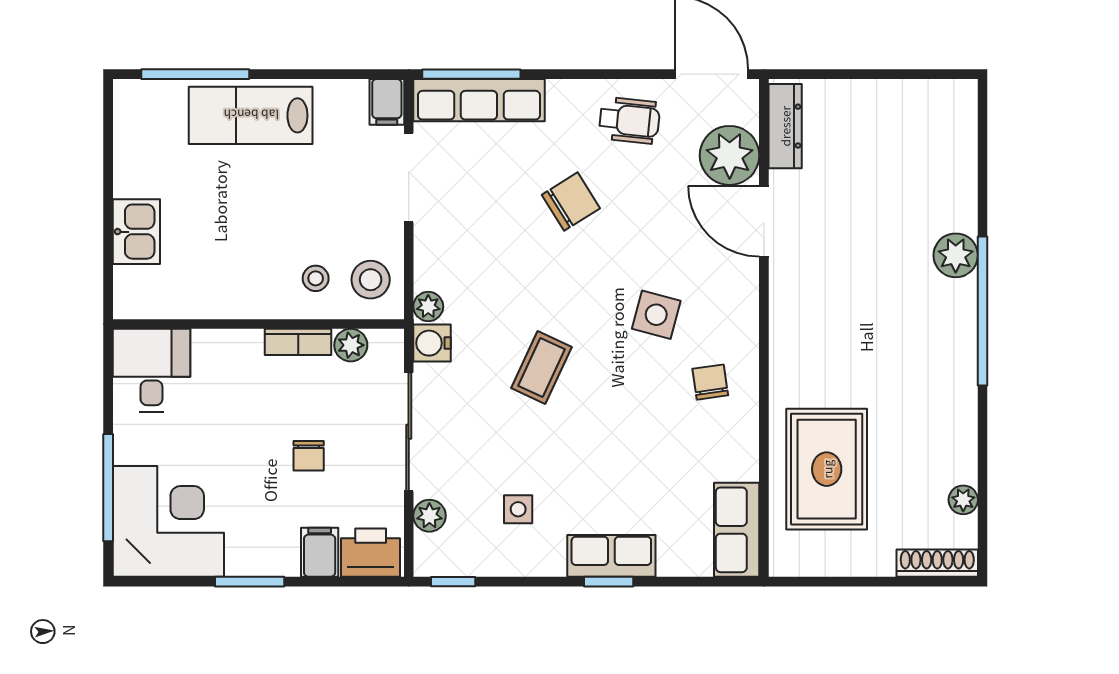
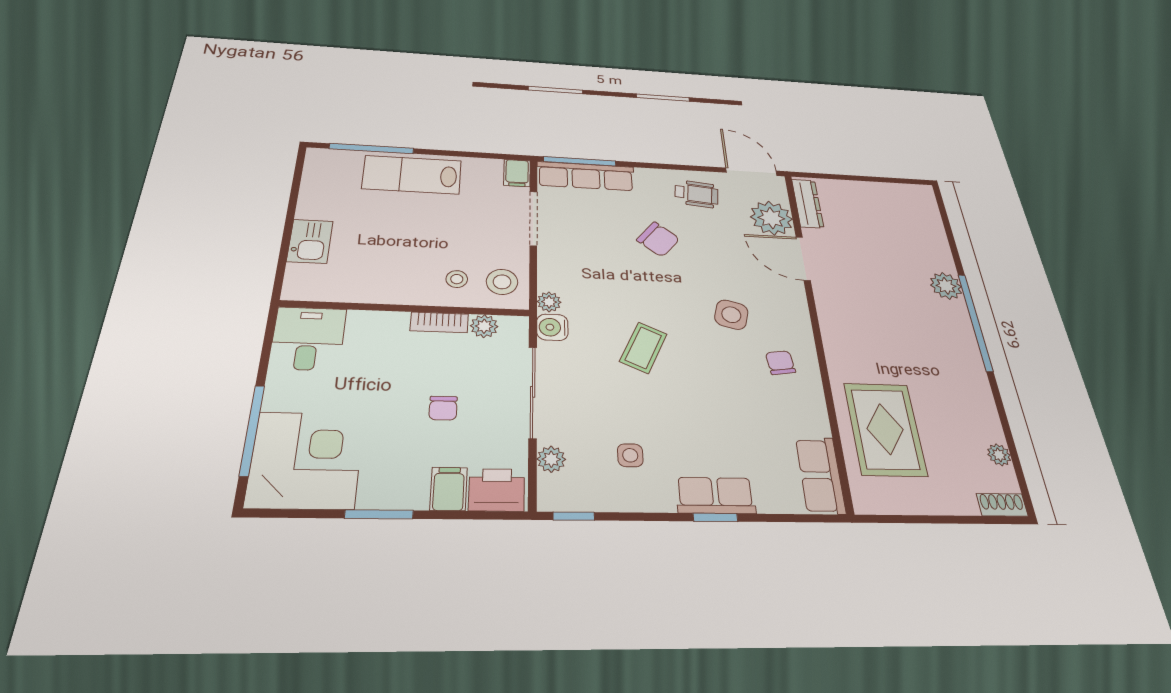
chair: (571, 202) -> (658, 239), turned 71
shoe rack: (937, 563) -> (1002, 505), width x0.70

